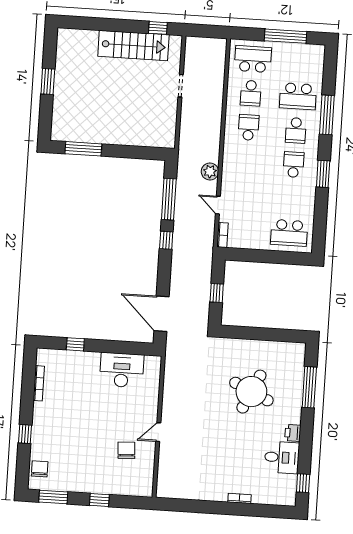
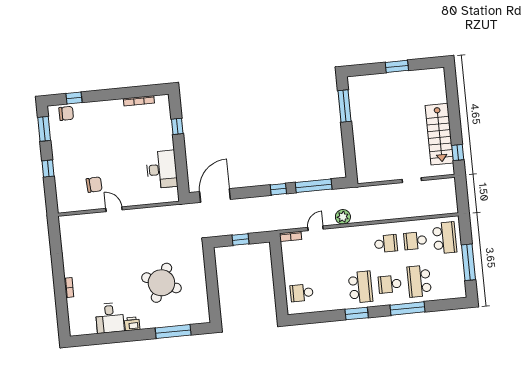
school desk: (294, 165) -> (360, 287), width x1.85
school desk: (289, 233) -> (302, 293), width x0.54
window: (25, 434) -> (74, 98), moved
window: (303, 483) -> (91, 340), removed

